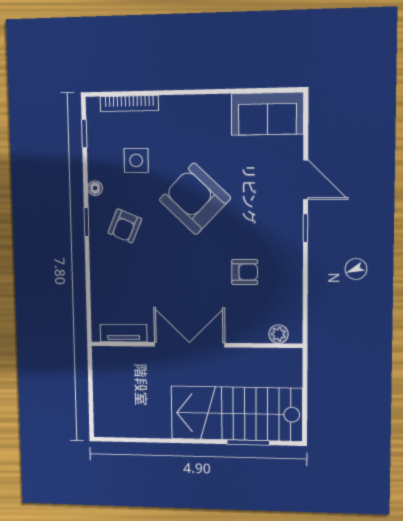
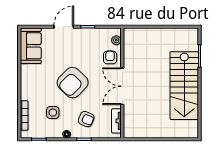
tv unit: (124, 333) -> (116, 121), moved
plant: (278, 334) -> (116, 40), moved
double door: (189, 345) -> (122, 86), moved
wall: (196, 345) -> (122, 83), moved
stairs: (237, 414) -> (184, 86), moved

